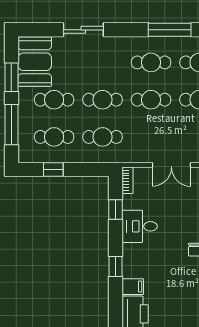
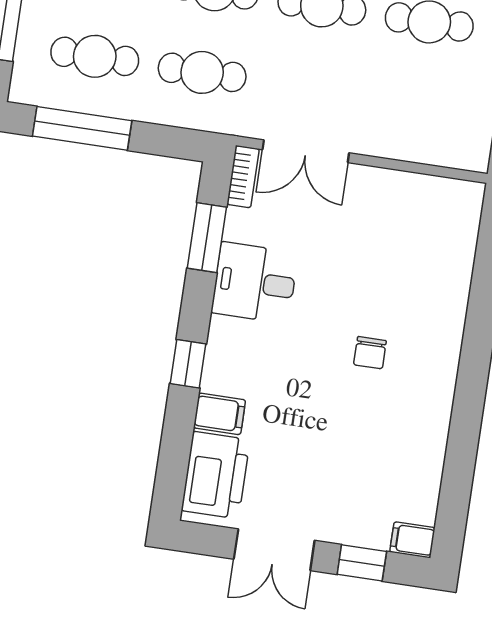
double door: (171, 165) -> (306, 151), moved
window: (53, 170) -> (82, 128), width x2.17
window: (116, 210) -> (207, 238), width x1.50

